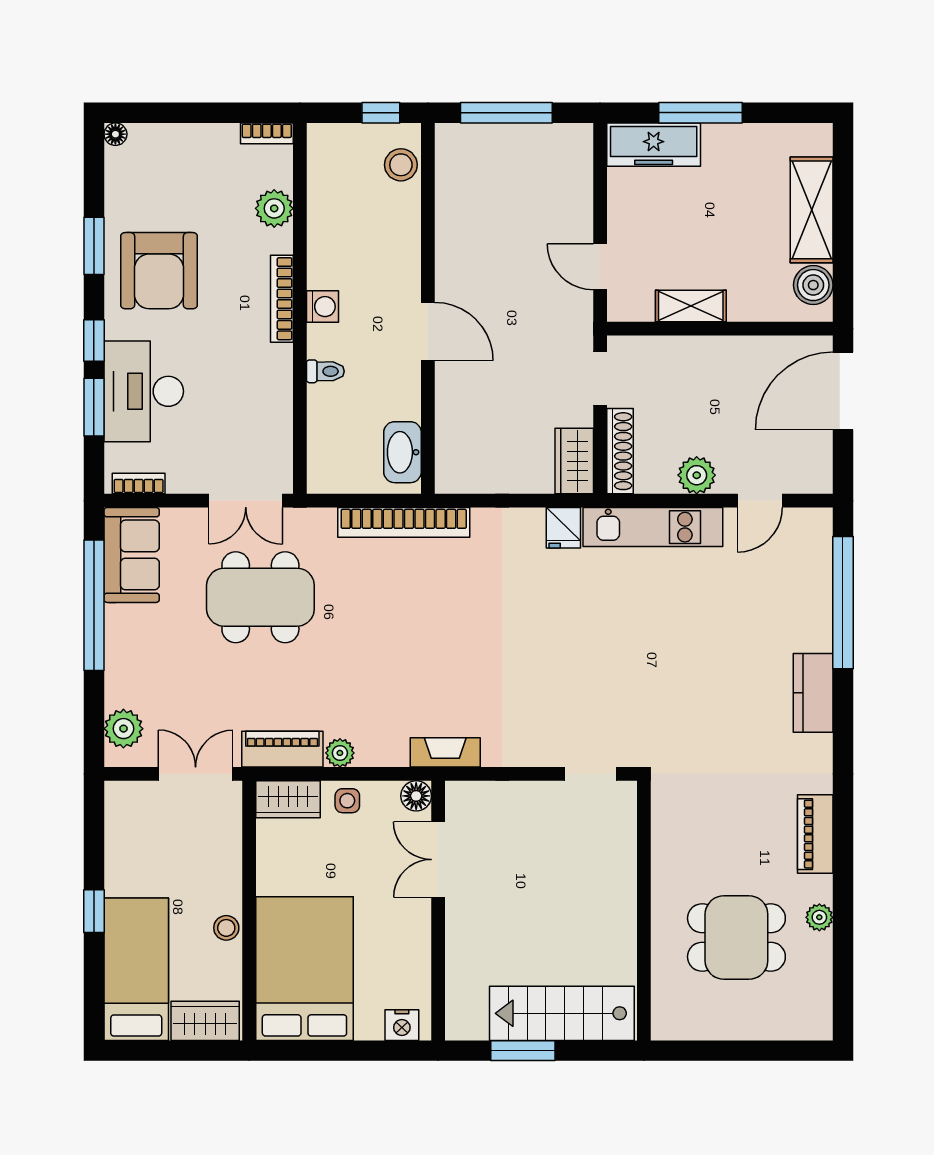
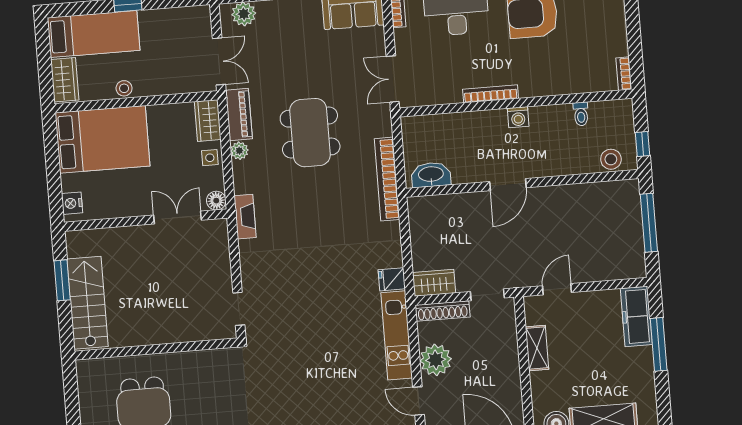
plant: (274, 208) -> (577, 82), removed
bookcase: (282, 299) -> (491, 94), moved
toilet: (325, 371) -> (581, 114), moved
plant: (697, 475) -> (436, 360), width x1.36, depth x1.36
dining table: (260, 597) -> (310, 133), moved

